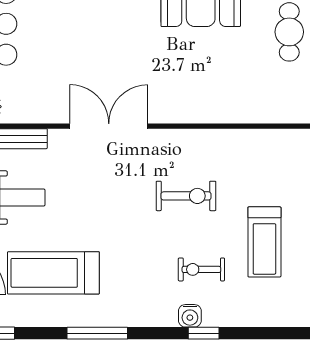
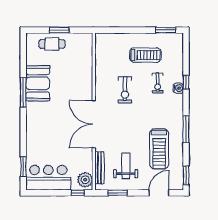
double door: (109, 126) -> (94, 124), width x1.36
exercise bike: (186, 196) -> (125, 90), turned 180

